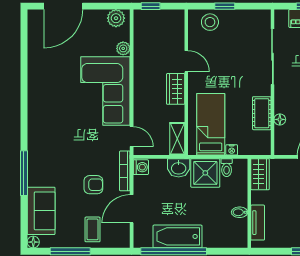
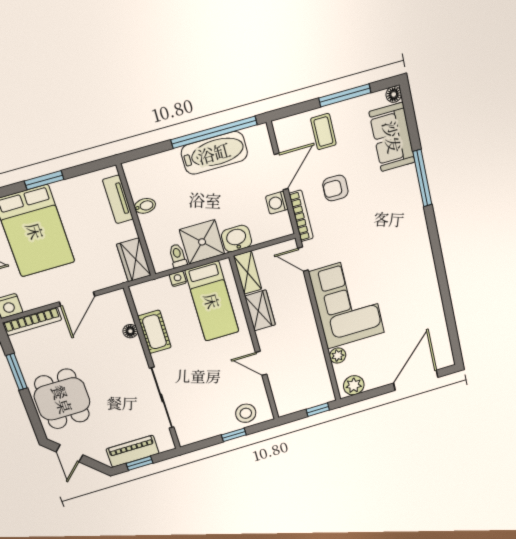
wardrobe: (176, 89) -> (260, 310), moved
washing machine: (141, 167) -> (277, 203), moved

